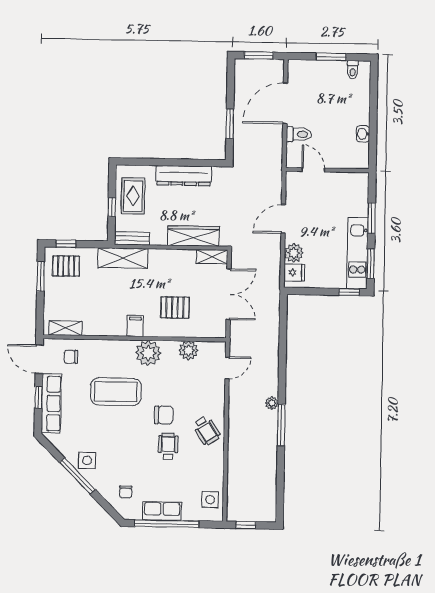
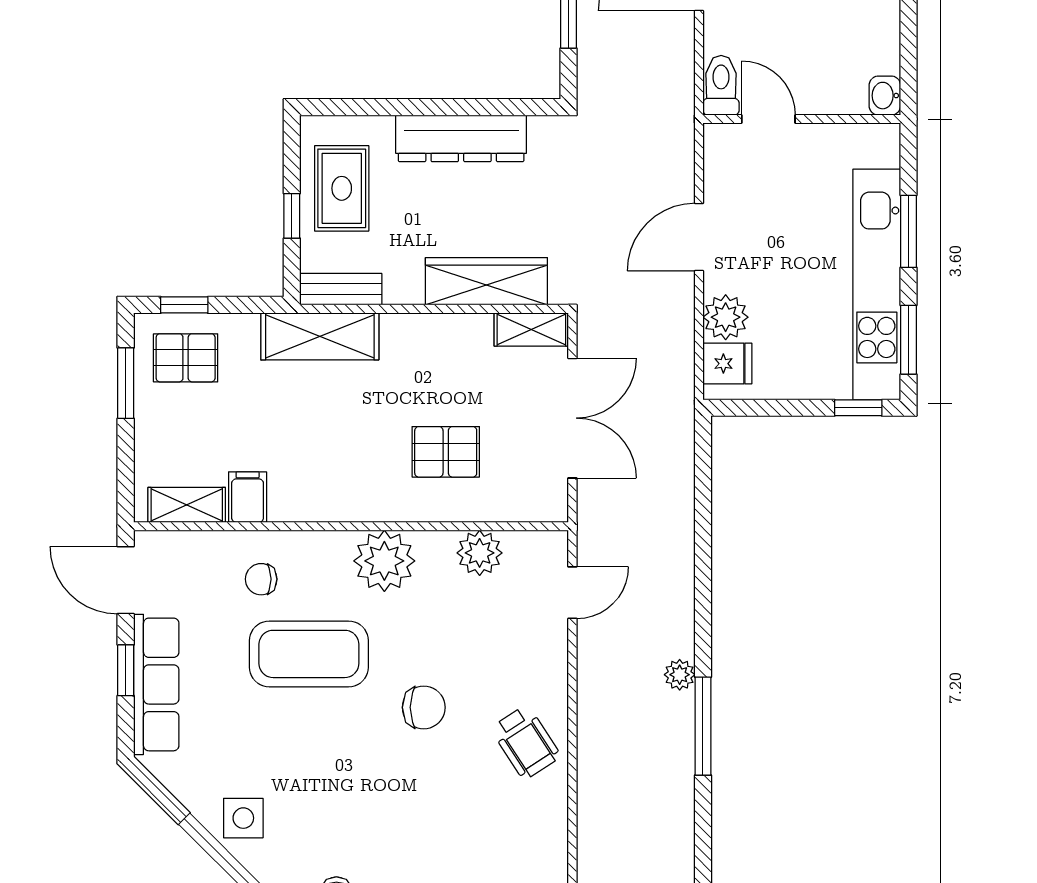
toilet: (299, 134) -> (721, 85), moved, turned -90
washbasin: (363, 134) -> (885, 96), moved
kitchen unit: (357, 253) -> (877, 284), width x1.36
filing cabinet: (135, 326) -> (248, 497), moved
chair: (71, 357) -> (261, 579), moved
wheelchair: (168, 446) -> (435, 781), removed

